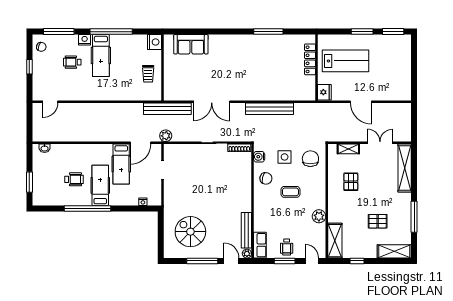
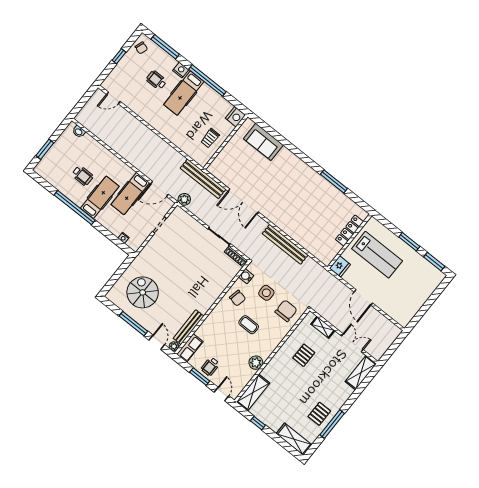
shelving: (405, 168) -> (361, 373), width x0.68
pallet: (378, 221) -> (319, 414), moved, turned 90

